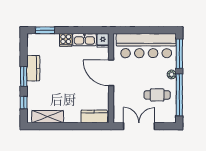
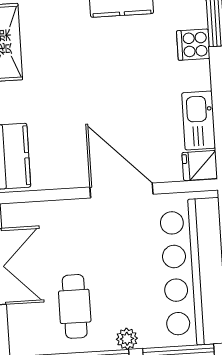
cooker: (66, 40) -> (193, 45), moved
door: (111, 73) -> (121, 191), hinge flipped

